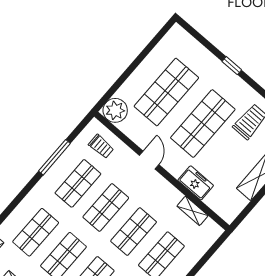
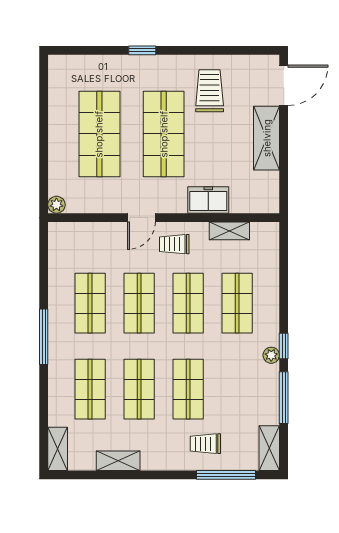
plant: (115, 110) -> (56, 205), width x0.53, depth x0.53
trolley: (101, 146) -> (174, 244), moved, turned 180
window: (54, 157) -> (44, 337), moved
door: (149, 160) -> (141, 218), swing flipped

